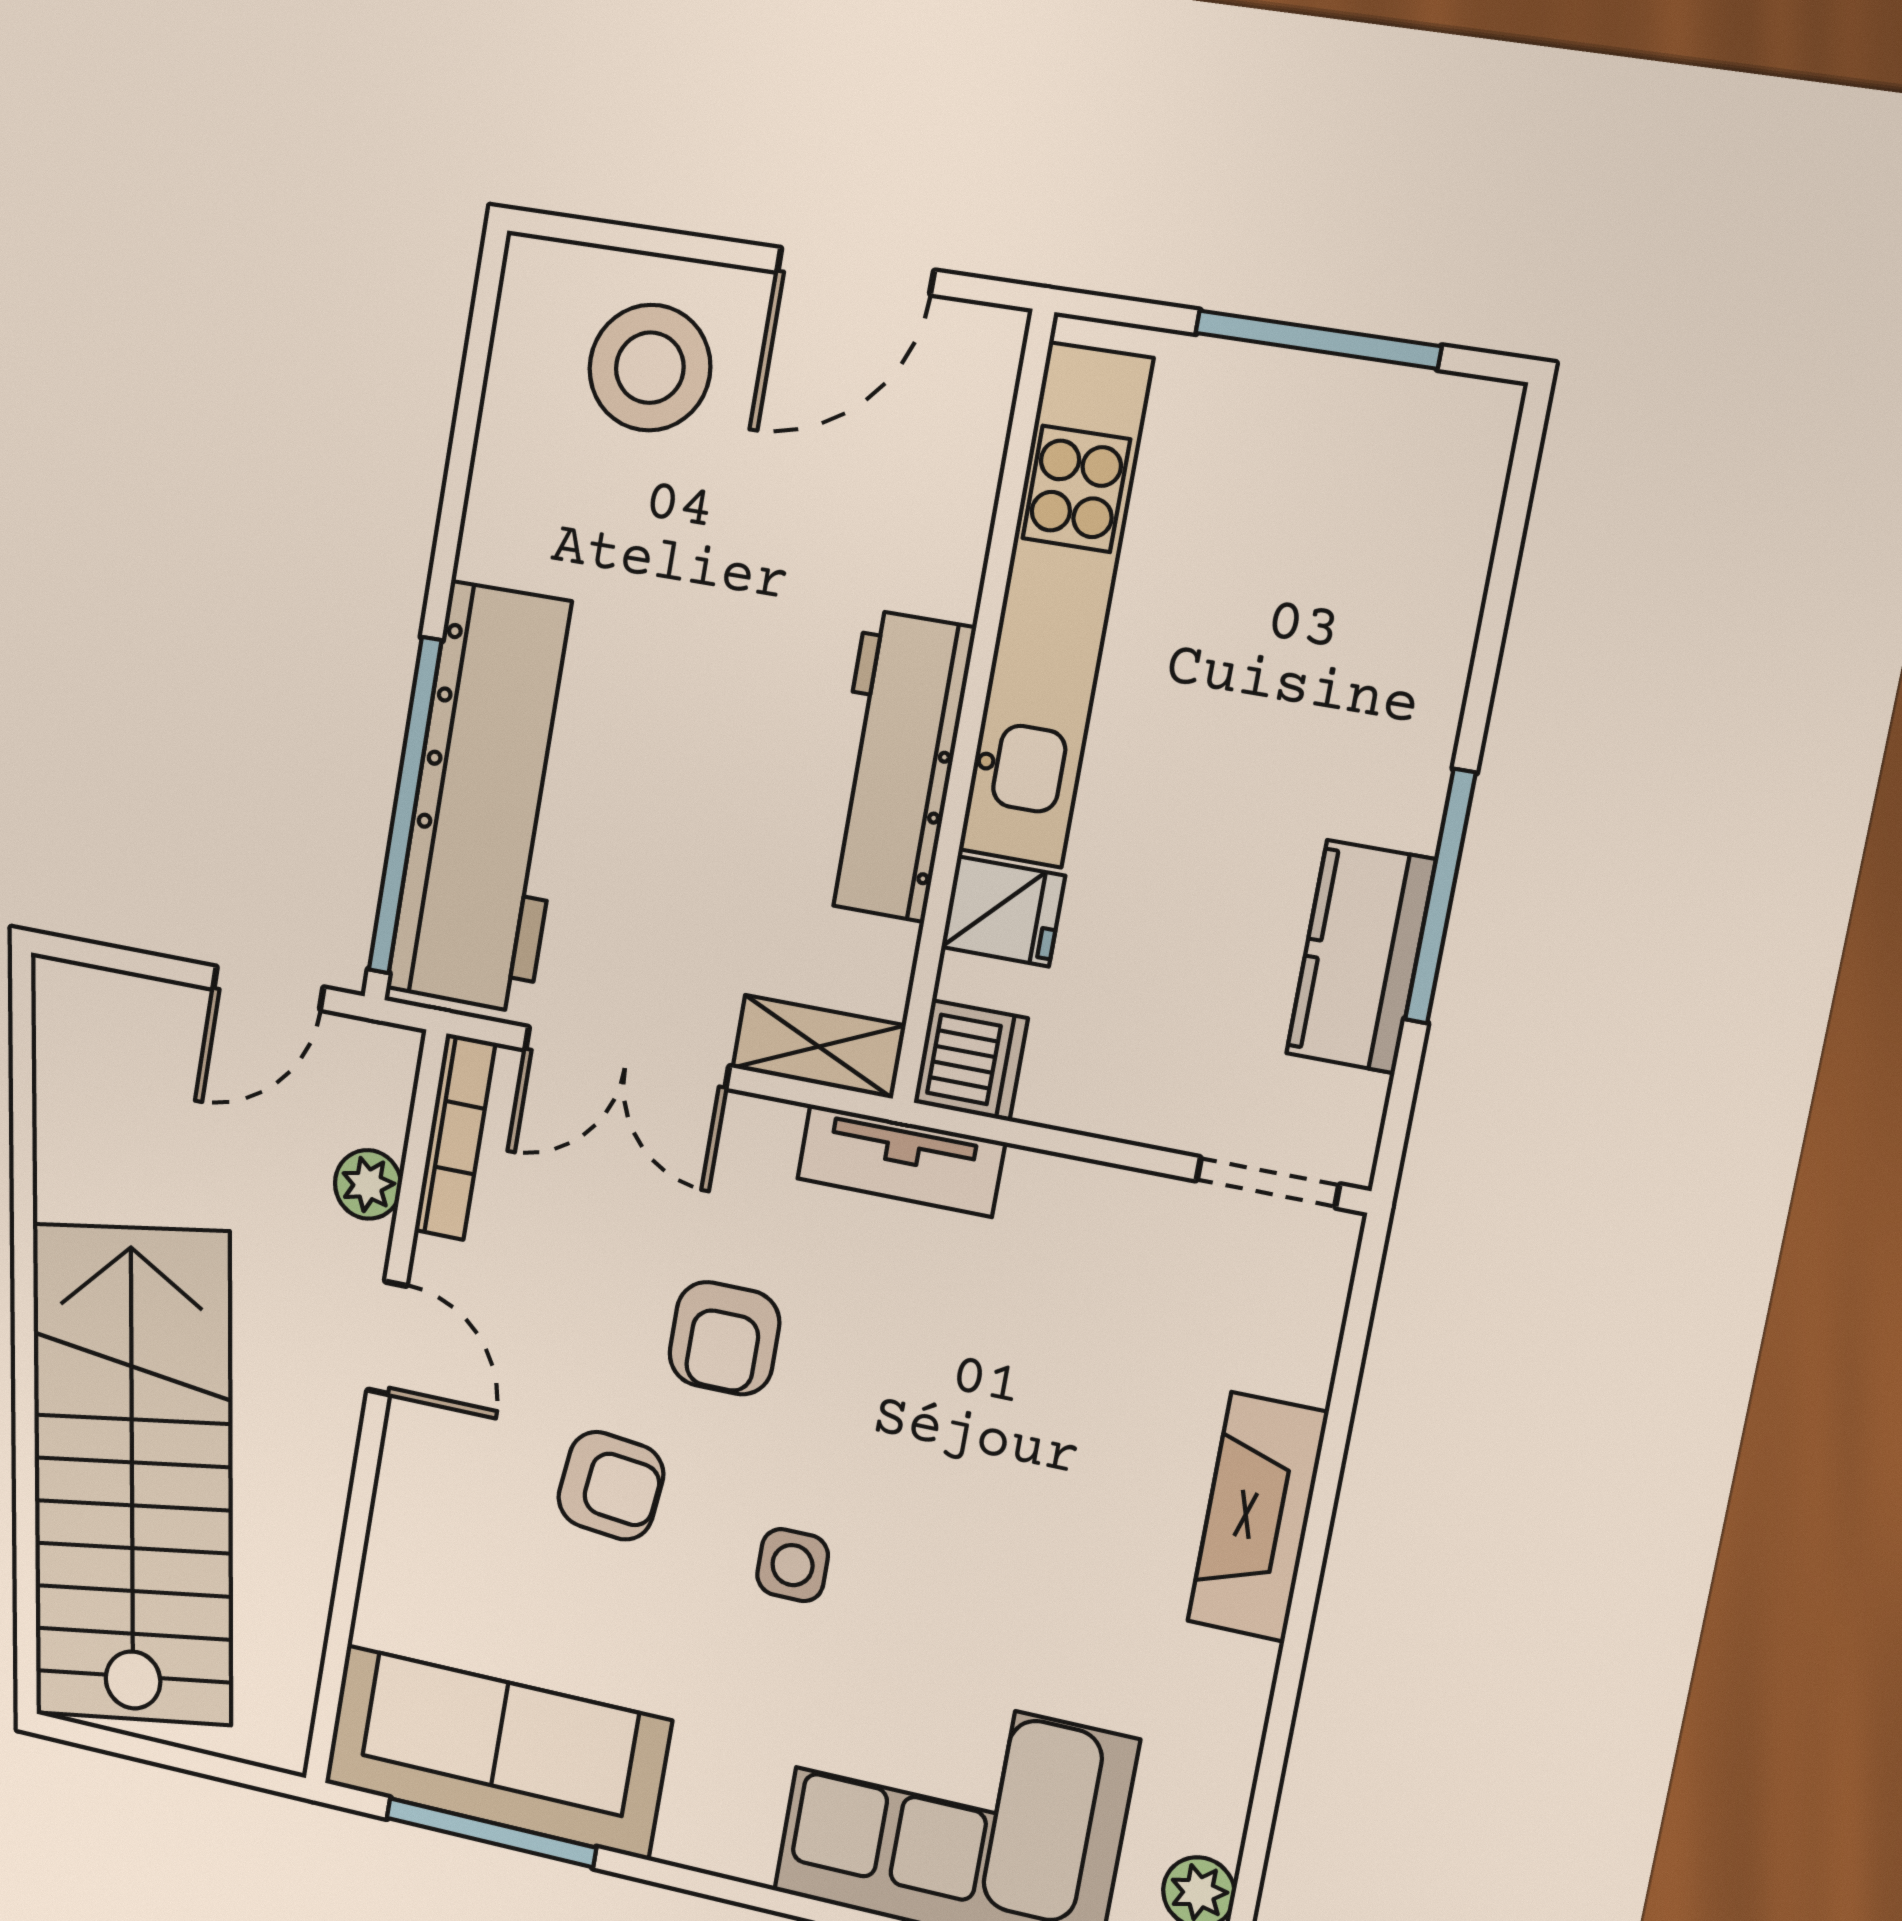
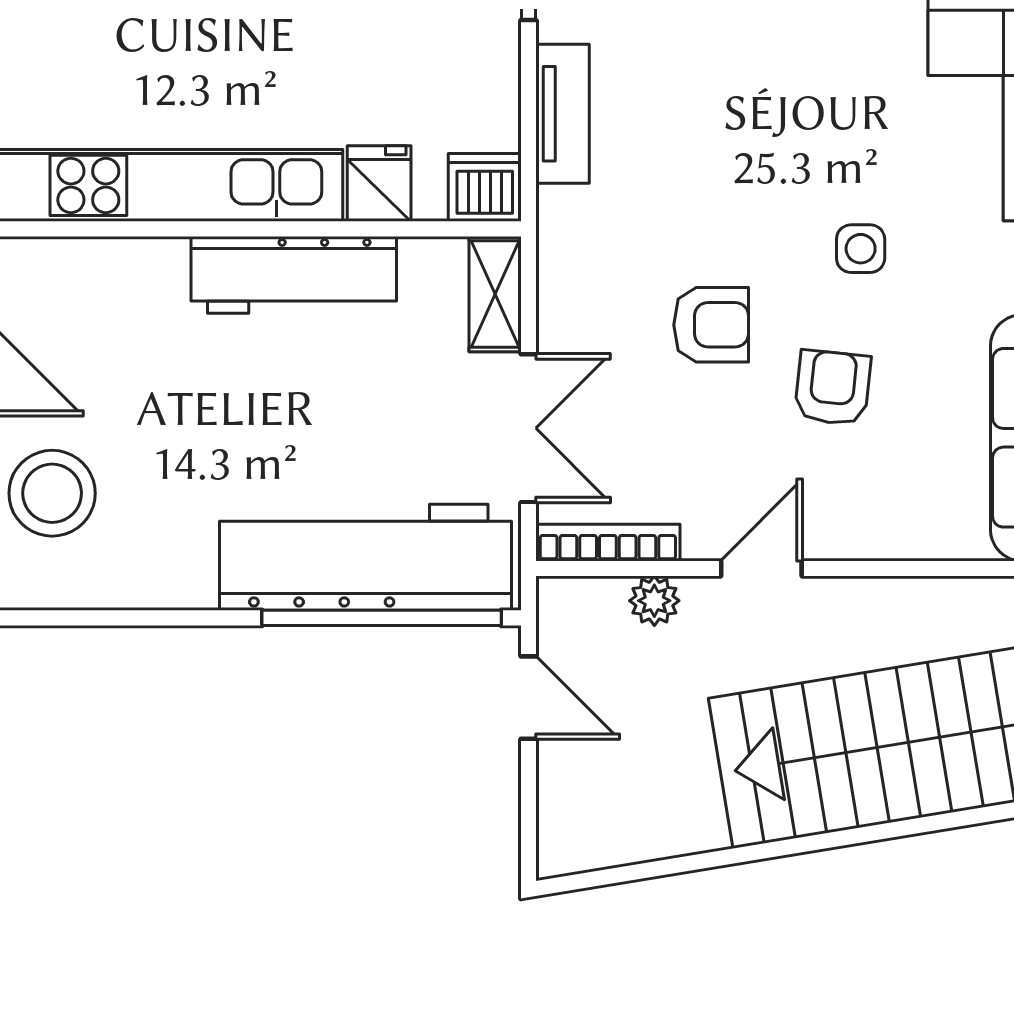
tv unit: (901, 1160) -> (563, 114), moved

